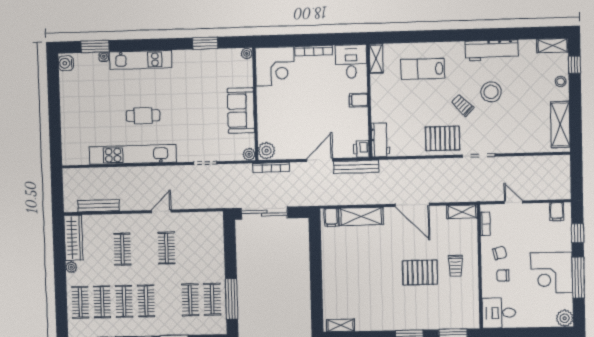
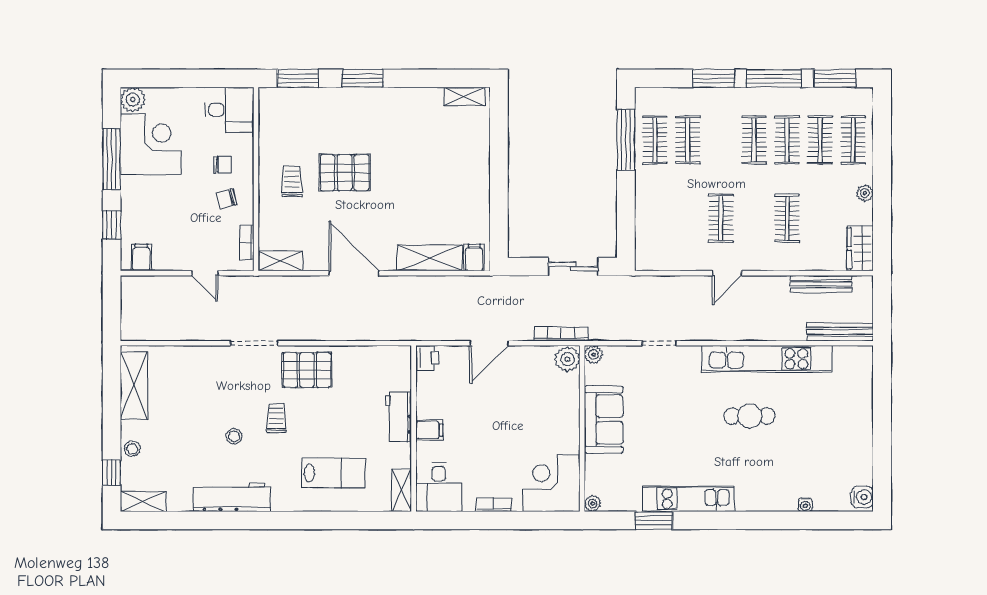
window: (95, 46) -> (818, 520), removed
bookcase: (314, 51) -> (494, 505), width x0.64
kitchen unit: (141, 60) -> (688, 499), moved
stool: (491, 92) -> (234, 436), width x0.53, depth x0.53
trolley: (463, 105) -> (276, 418), turned -135
workbench: (380, 140) -> (398, 417), moved
bench: (356, 167) -> (840, 332), moved
sliding door: (264, 213) -> (573, 267), width x0.73
wardrobe: (73, 238) -> (860, 248), width x0.67
corner desk: (552, 273) -> (151, 144), moved

